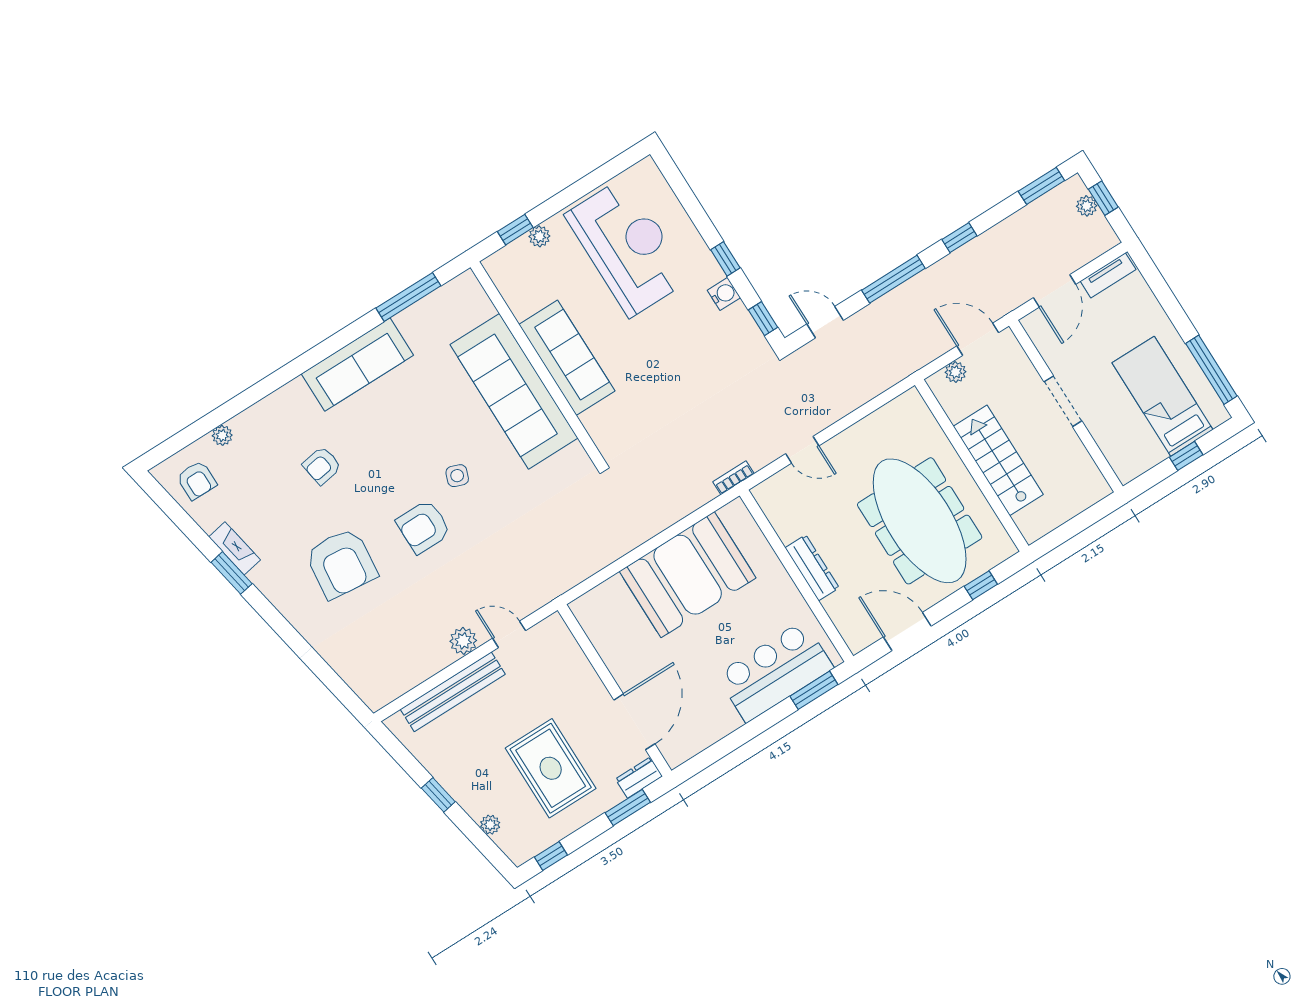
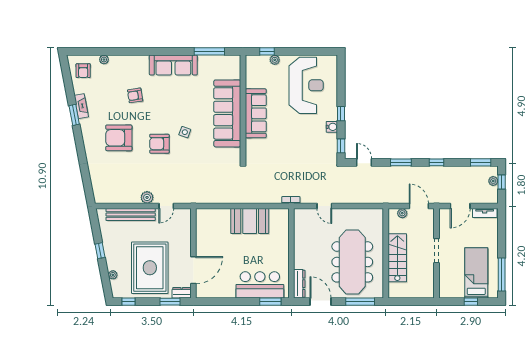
window: (893, 279) -> (401, 162), width x0.69
armchair: (341, 563) -> (119, 138), turned 84
dresser: (812, 568) -> (299, 284), moved
booth: (688, 575) -> (250, 221), width x0.73, depth x0.70
window: (981, 585) -> (360, 302), width x2.17
door: (509, 634) -> (166, 206), swing flipped
rug: (551, 768) -> (150, 268), width x1.37, depth x1.44

